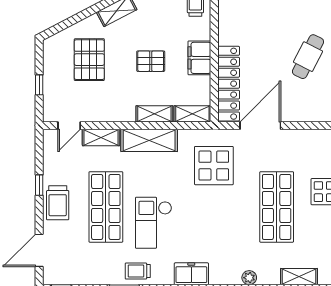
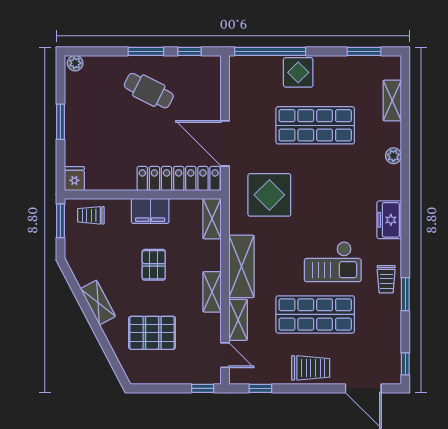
window: (39, 85) -> (203, 388), moved
shelving: (154, 114) -> (212, 292), moved
window: (39, 185) -> (260, 388), moved

